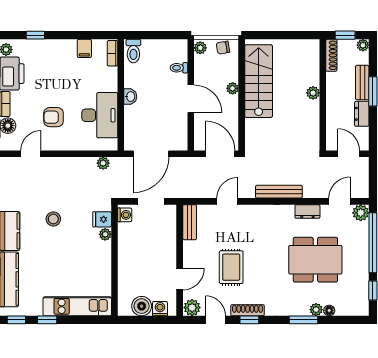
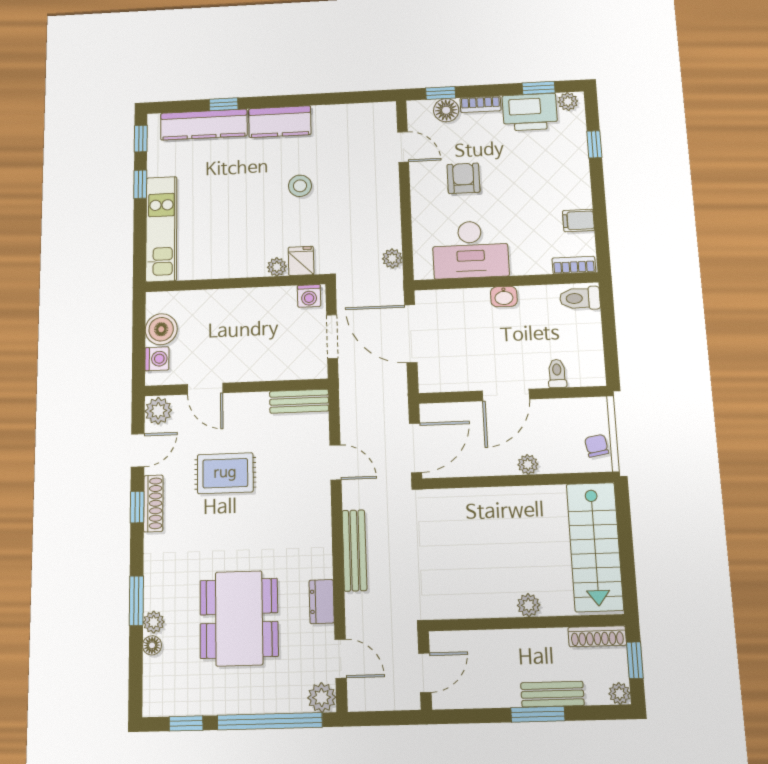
plant: (200, 48) -> (593, 407), removed
stairs: (259, 81) -> (595, 547), moved, turned 90
dresser: (362, 114) -> (497, 695), removed

